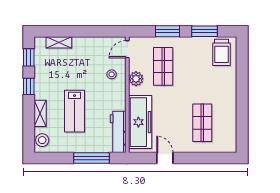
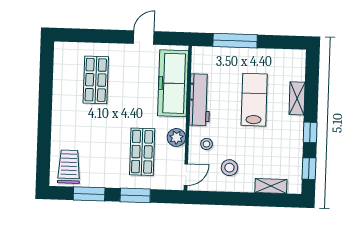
workbench: (118, 132) -> (200, 100), moved
stool: (42, 140) -> (229, 168), moved
door: (165, 158) -> (144, 38), swing flipped

